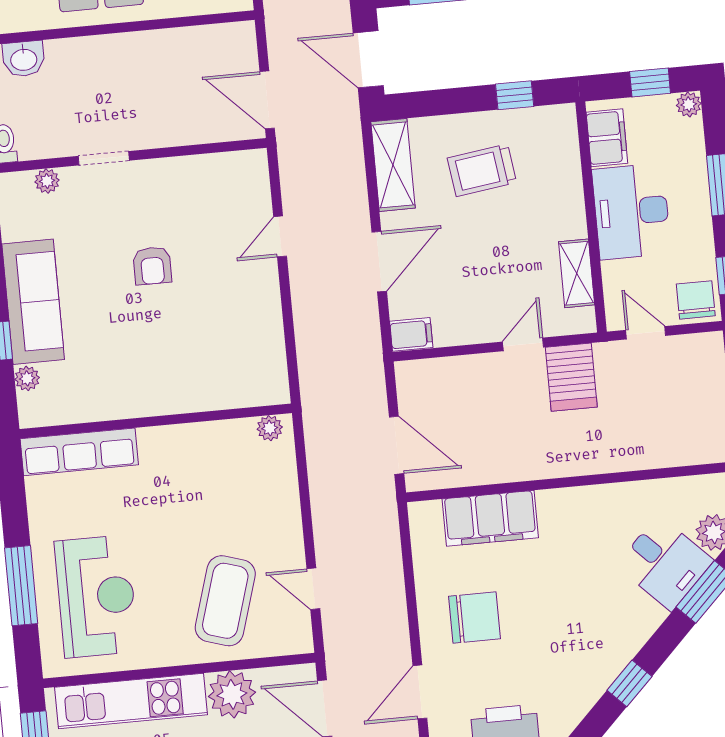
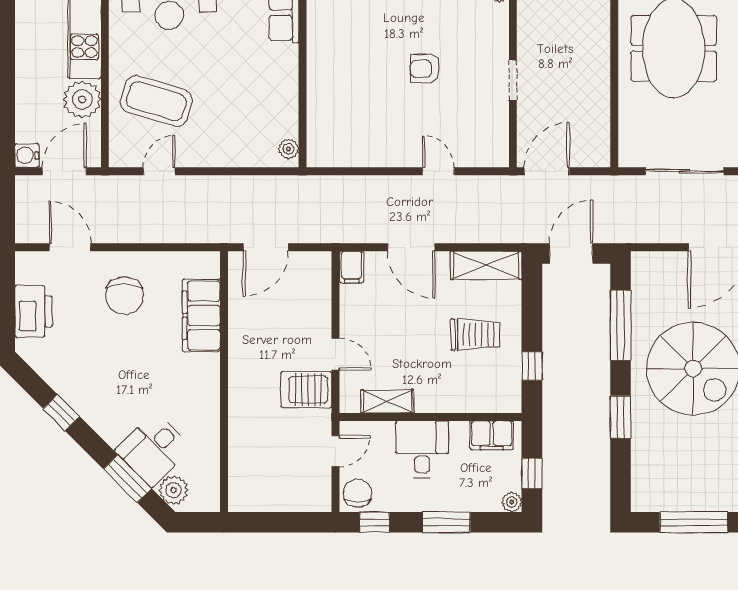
doorway: (104, 158) -> (513, 80), moved
trolley: (482, 170) -> (475, 335), turned 98
desk: (631, 211) -> (422, 449), width x0.73
chair: (696, 300) -> (358, 493), turned -90

